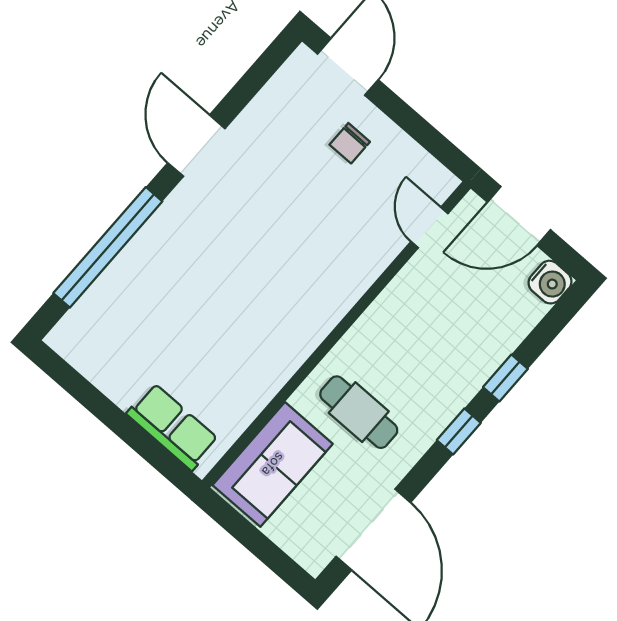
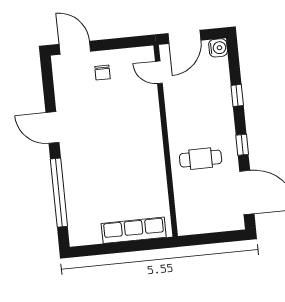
row of seats: (173, 427) -> (134, 230), width x1.48
window: (459, 431) -> (242, 145), moved
sofa: (273, 464) -> (190, 206), removed

